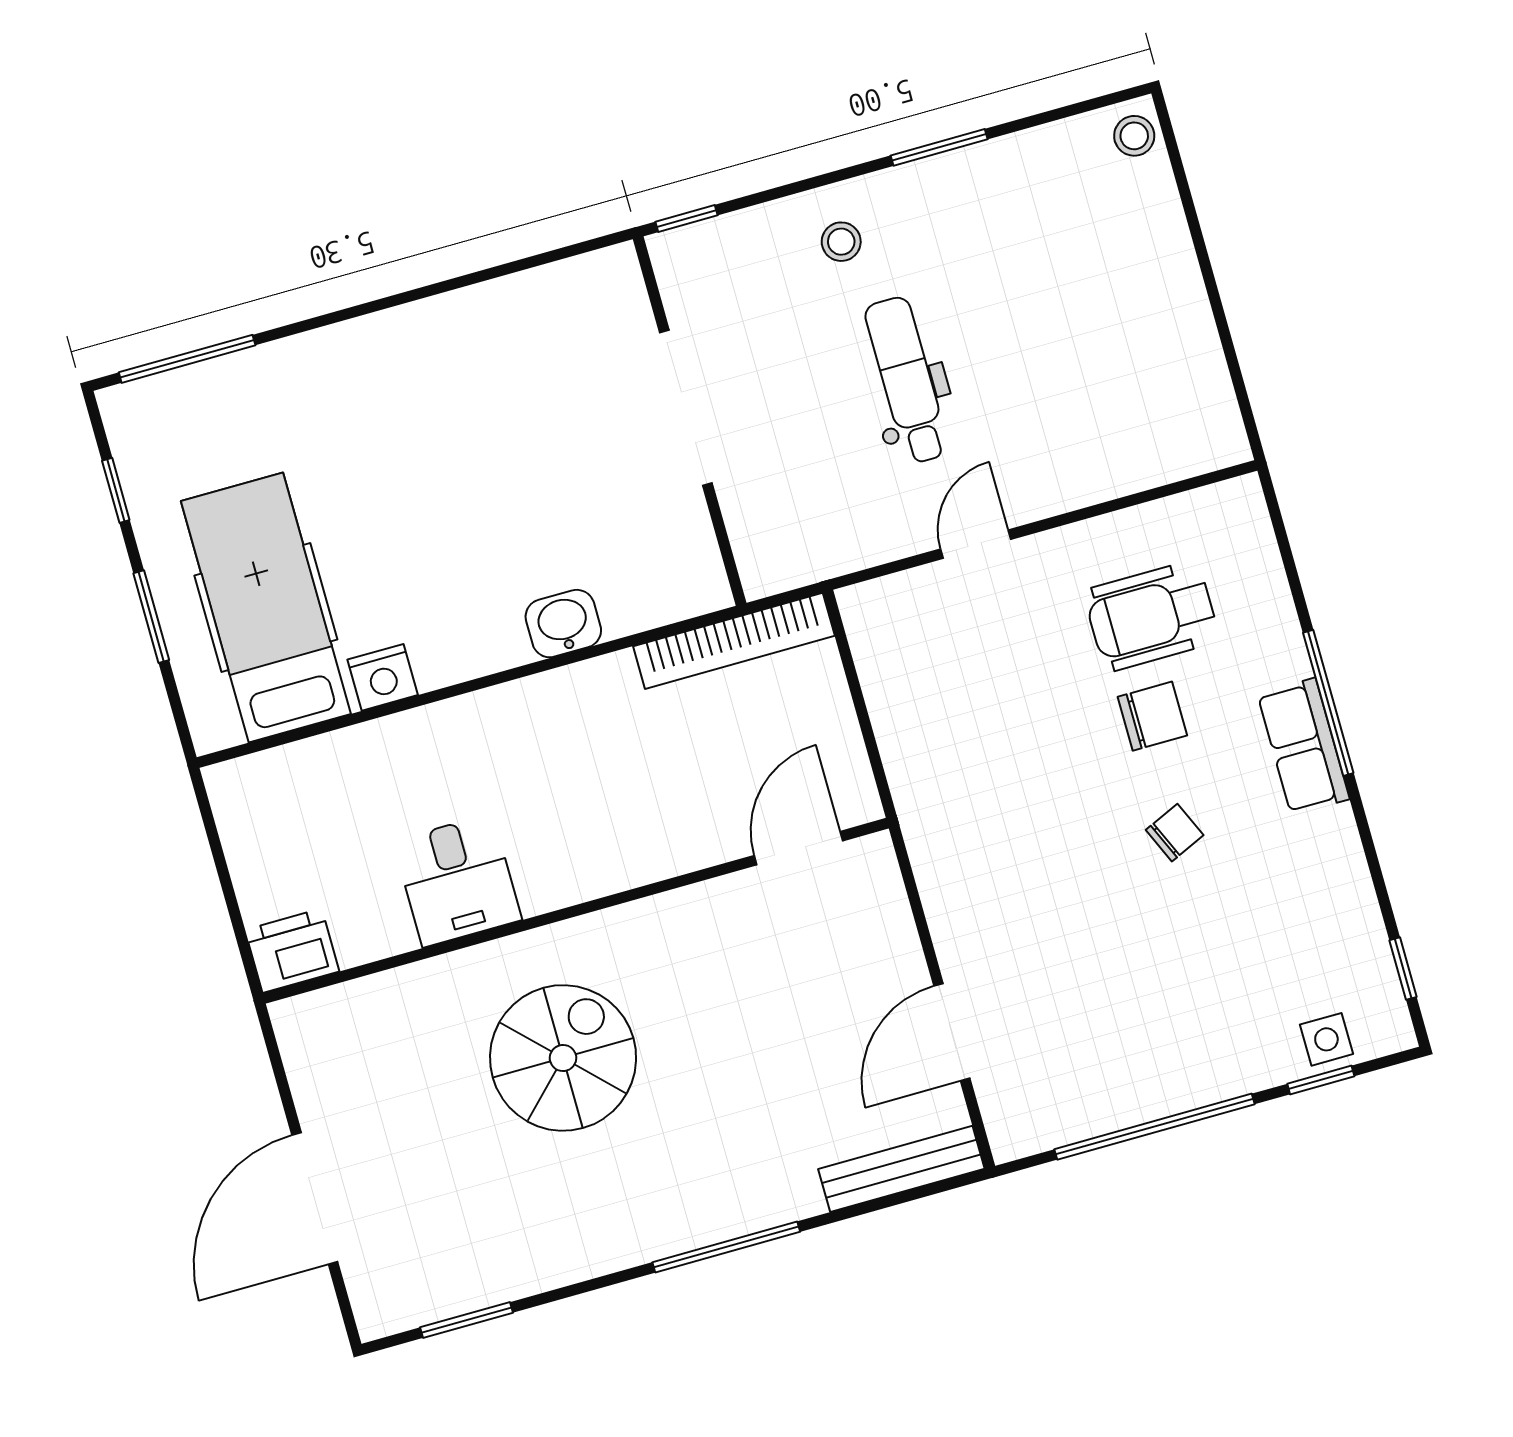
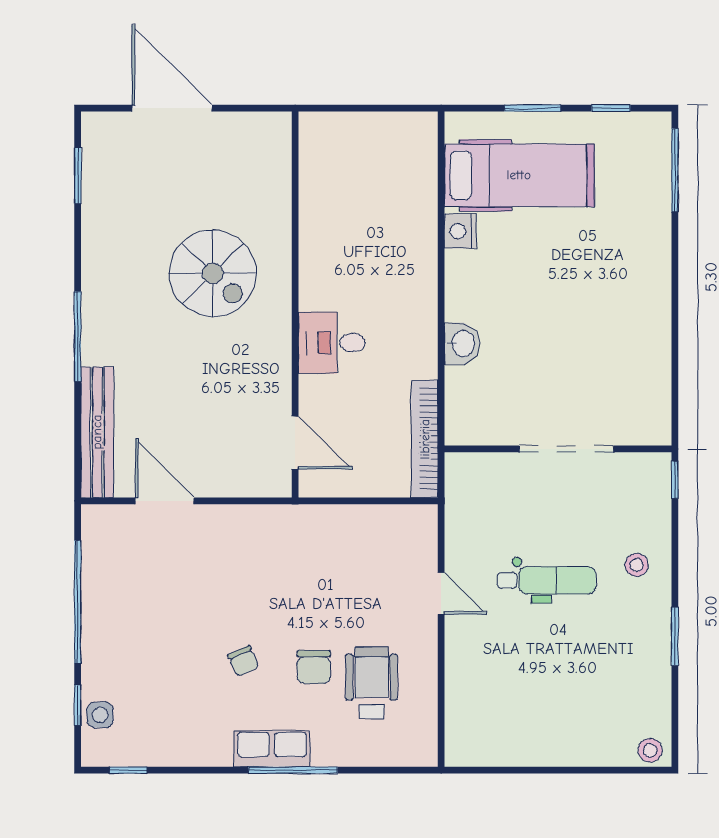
desk: (457, 880) -> (332, 343), moved
printer: (292, 951) -> (318, 135), removed
bench: (901, 1169) -> (97, 432), width x1.37, depth x1.21

